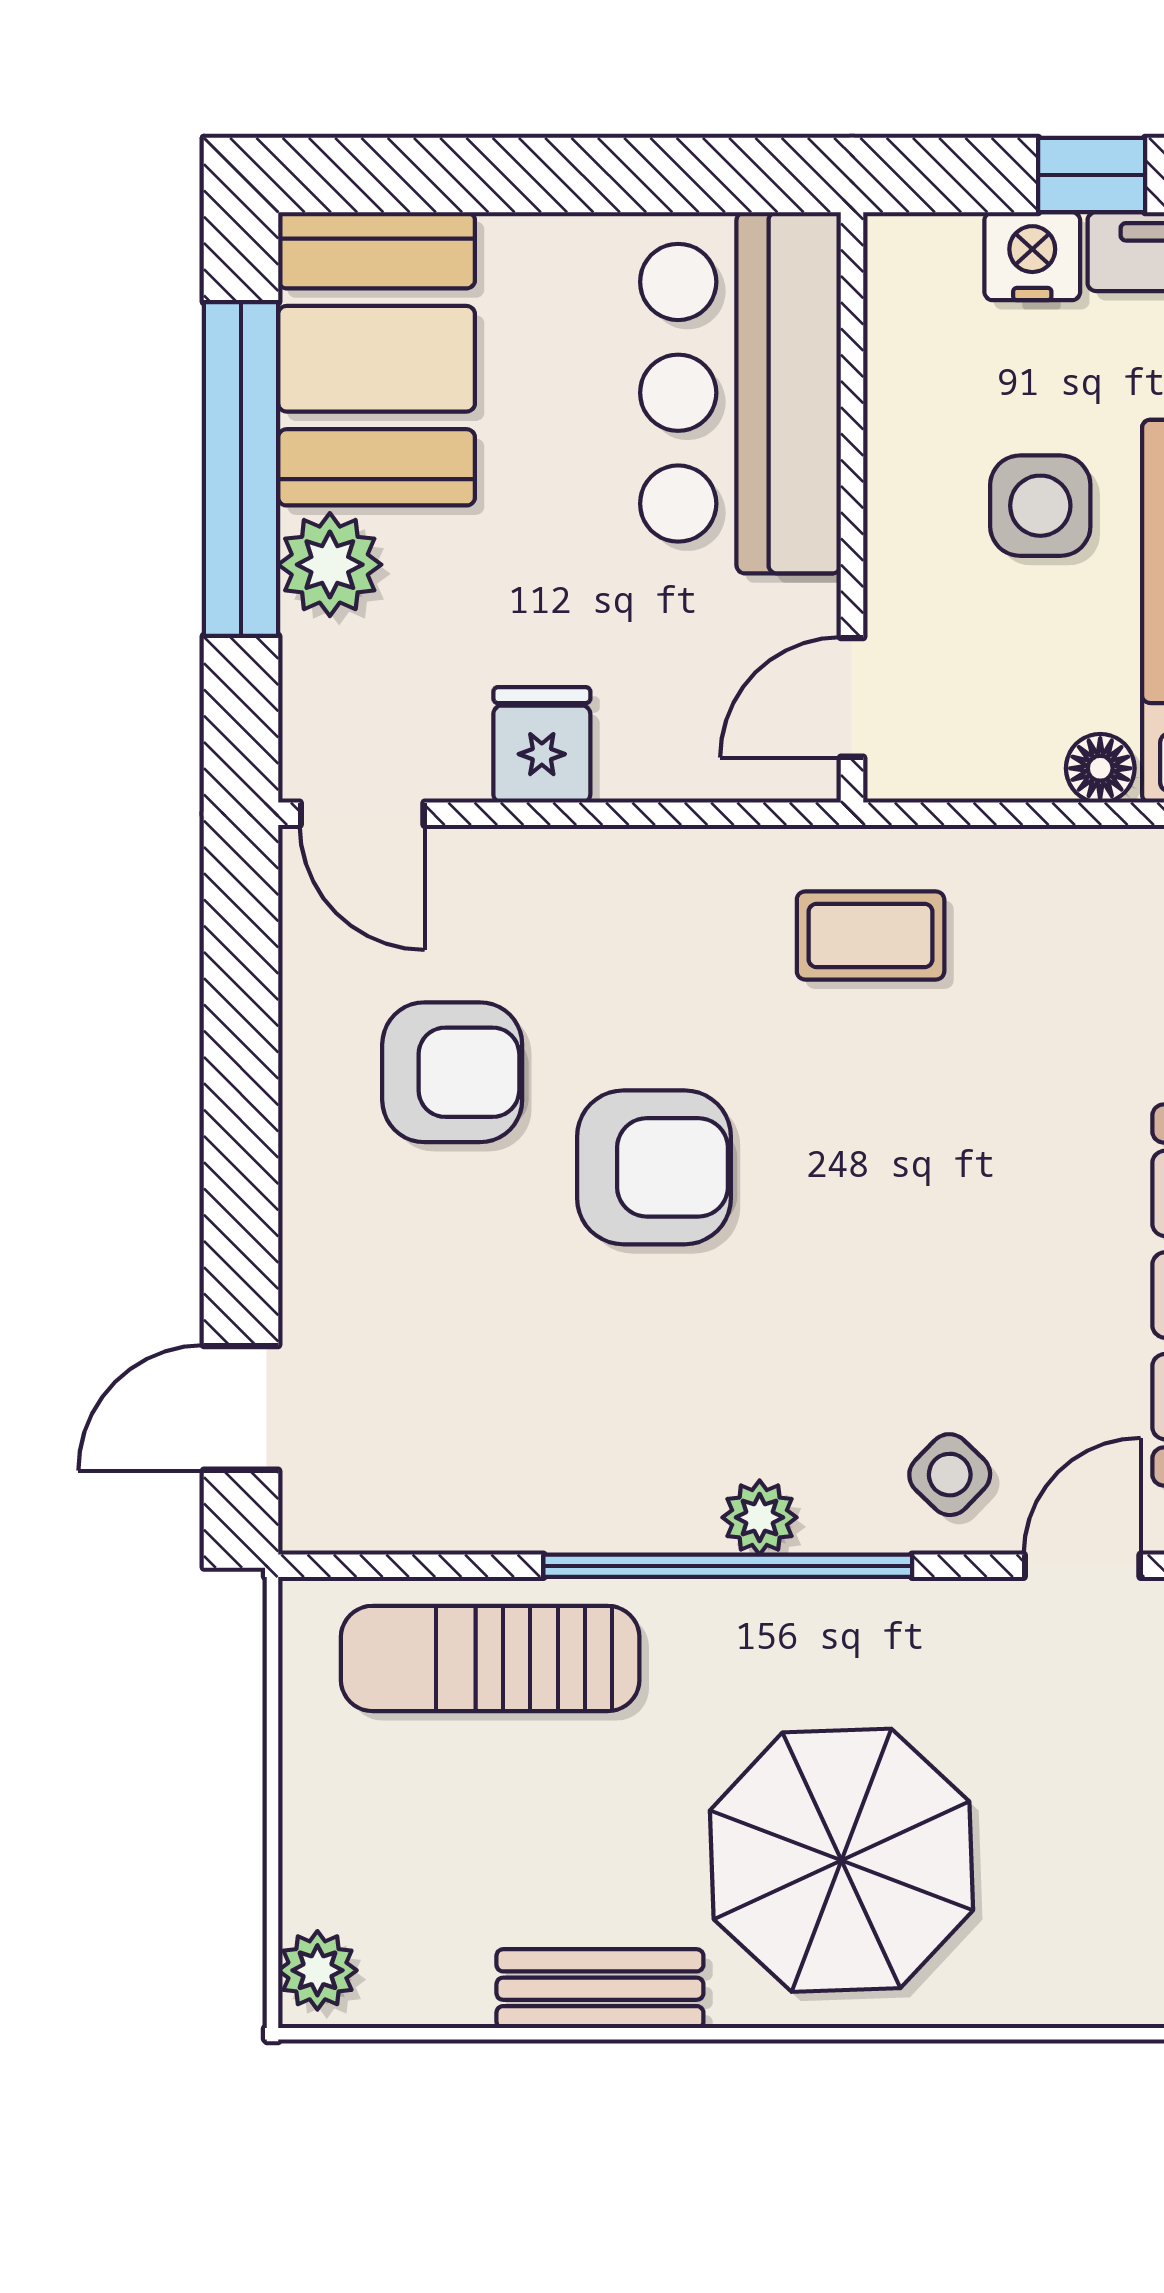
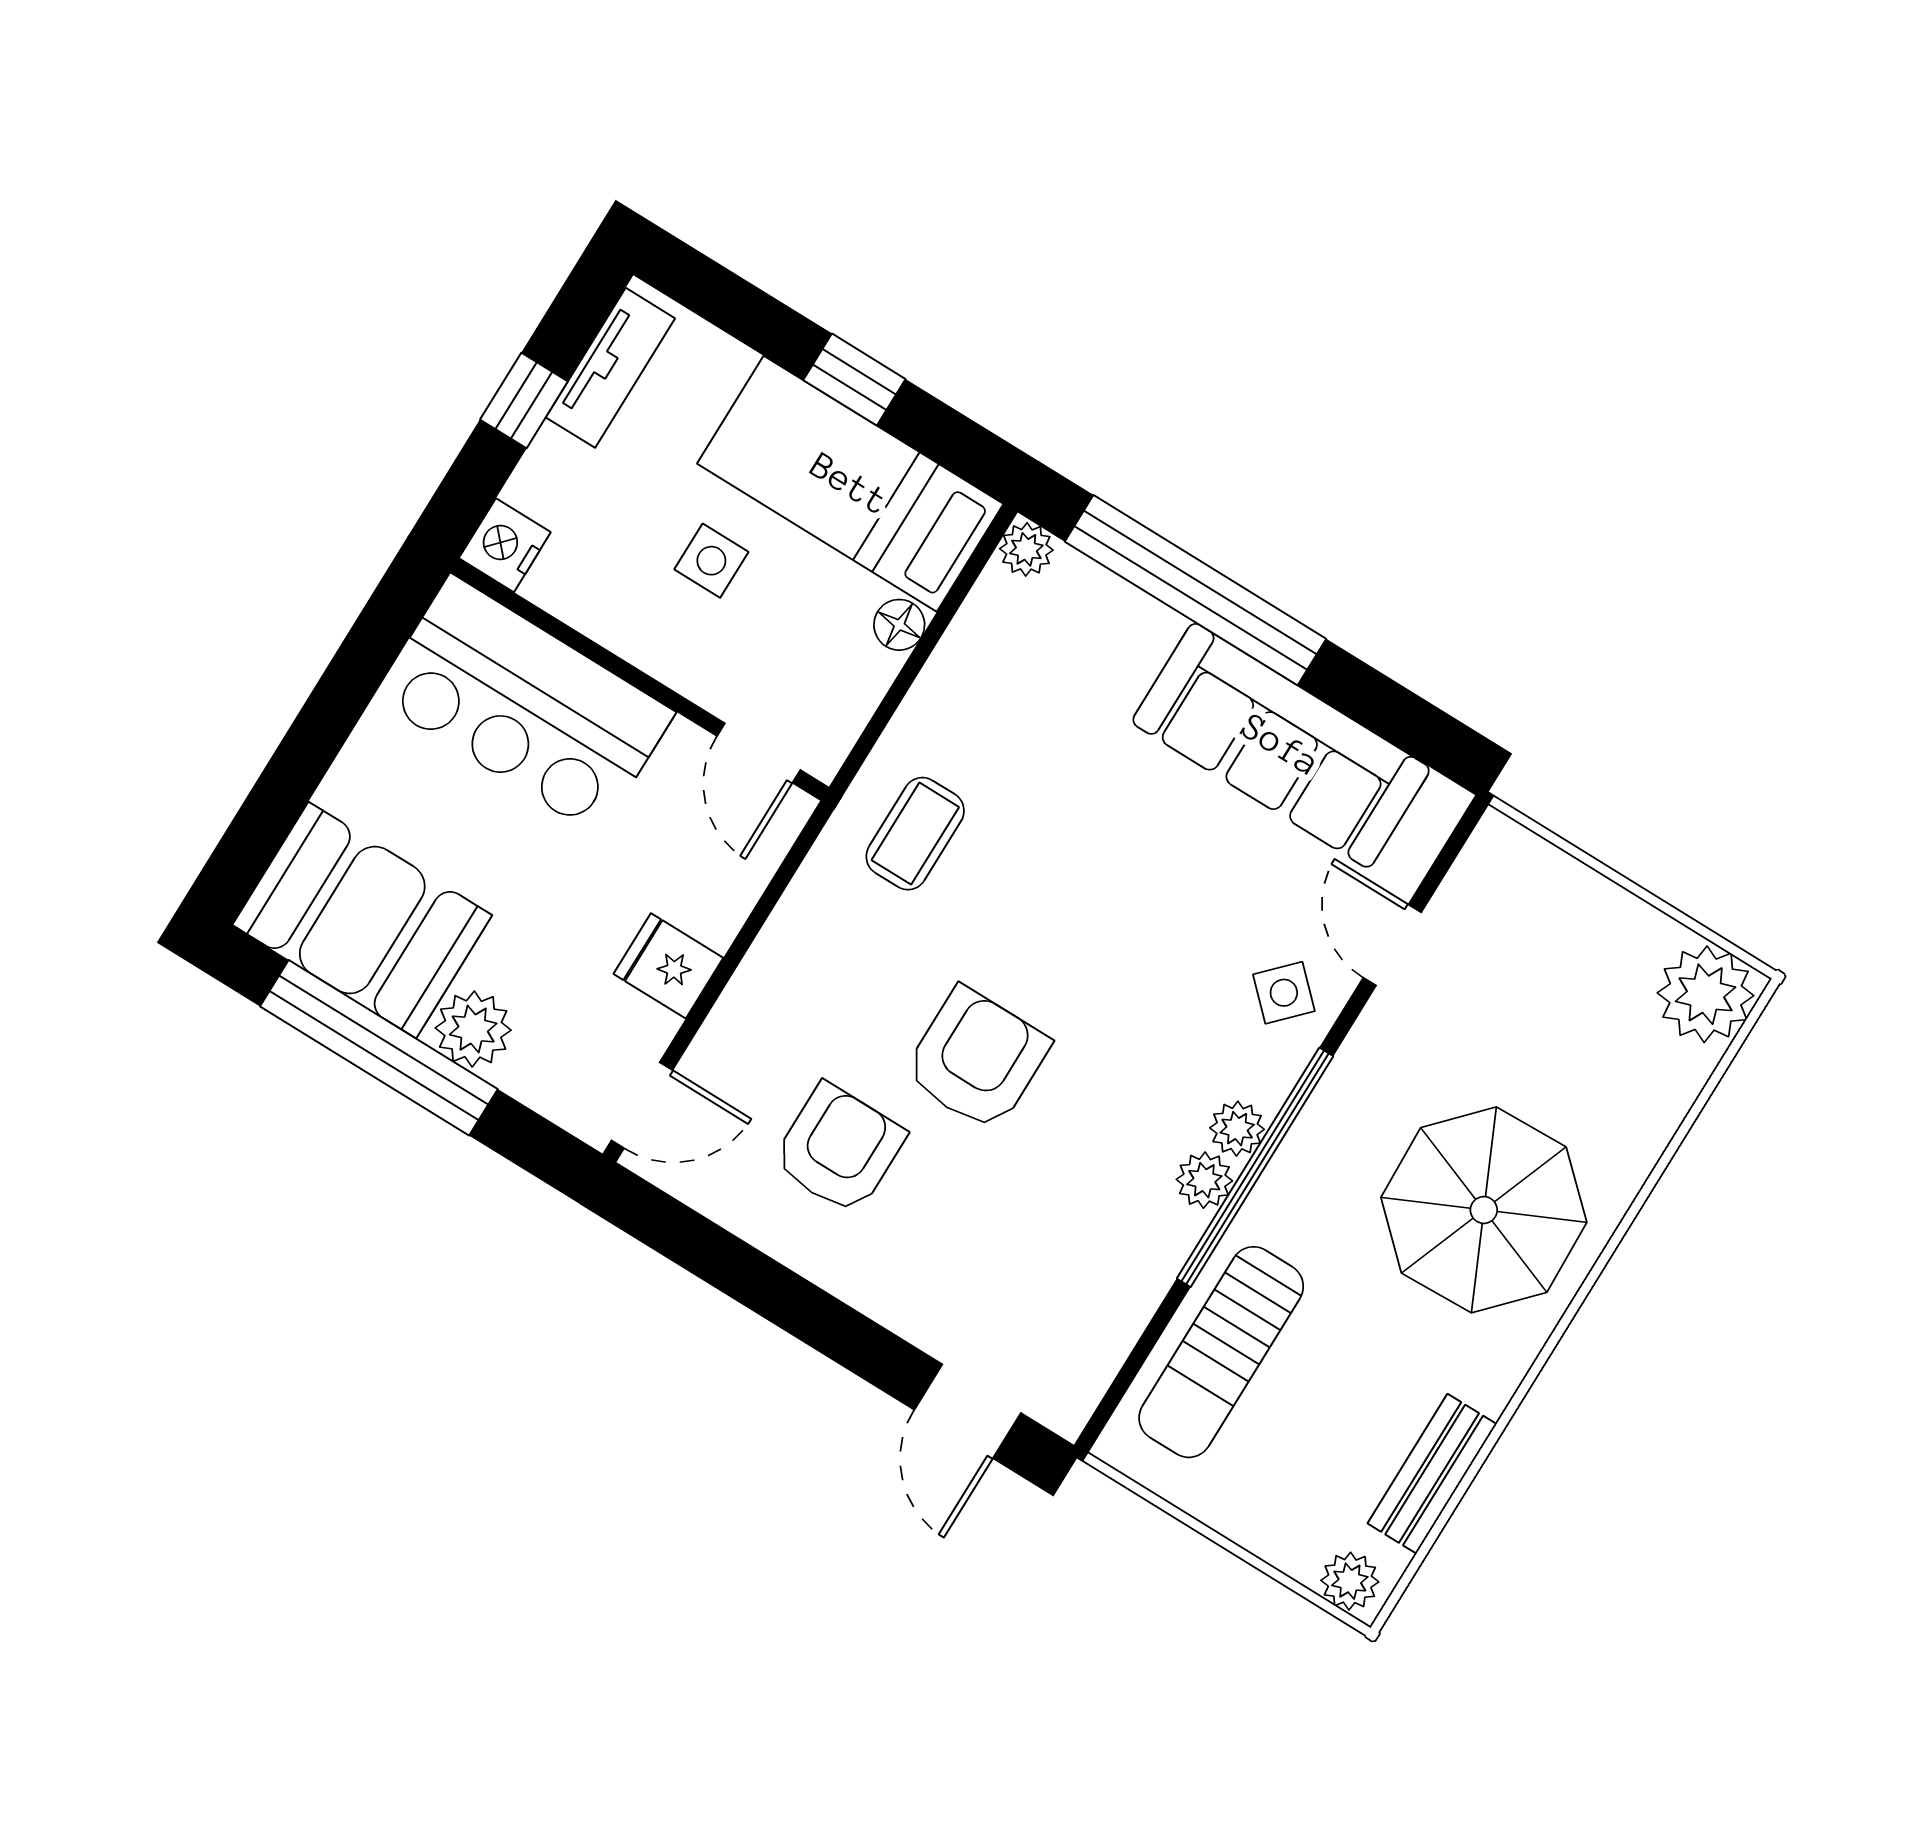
nightstand: (1032, 256) -> (505, 545), moved
side table: (1040, 506) -> (711, 561), width x0.73, depth x0.73
plant: (677, 1516) -> (1204, 1180), added
bench: (600, 1989) -> (1432, 1474), moved

